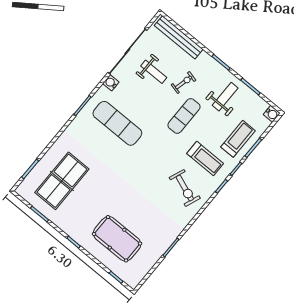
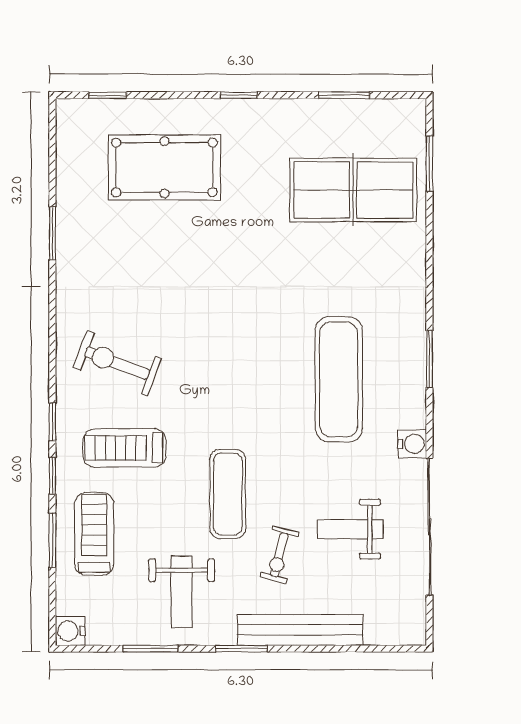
bench: (179, 37) -> (300, 630), moved
exercise mat: (117, 123) -> (339, 379), turned 90
treadmill: (238, 139) -> (94, 534), turned 180
table tennis table: (62, 181) -> (353, 190), turned 90

